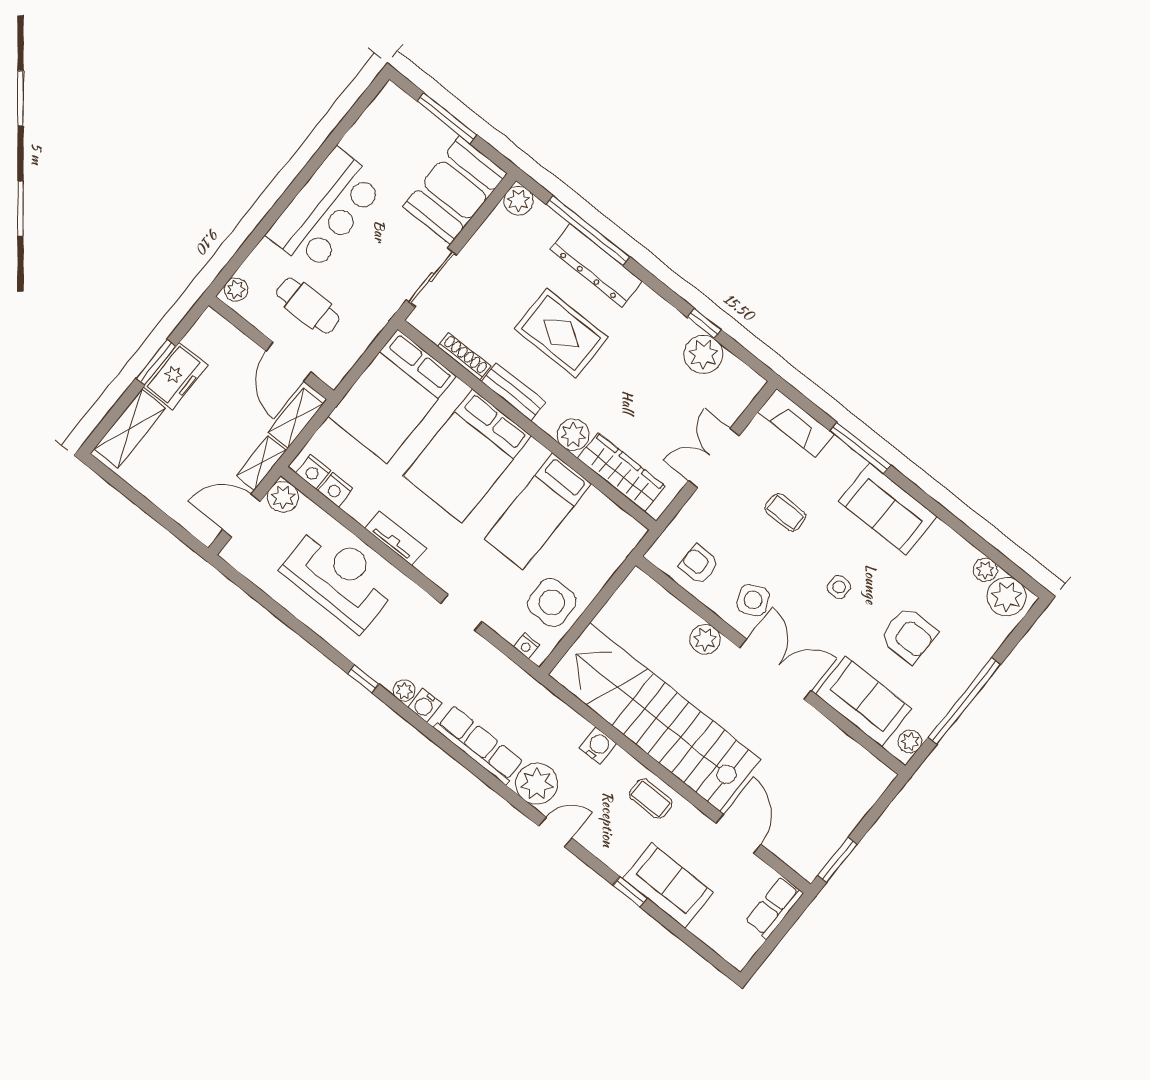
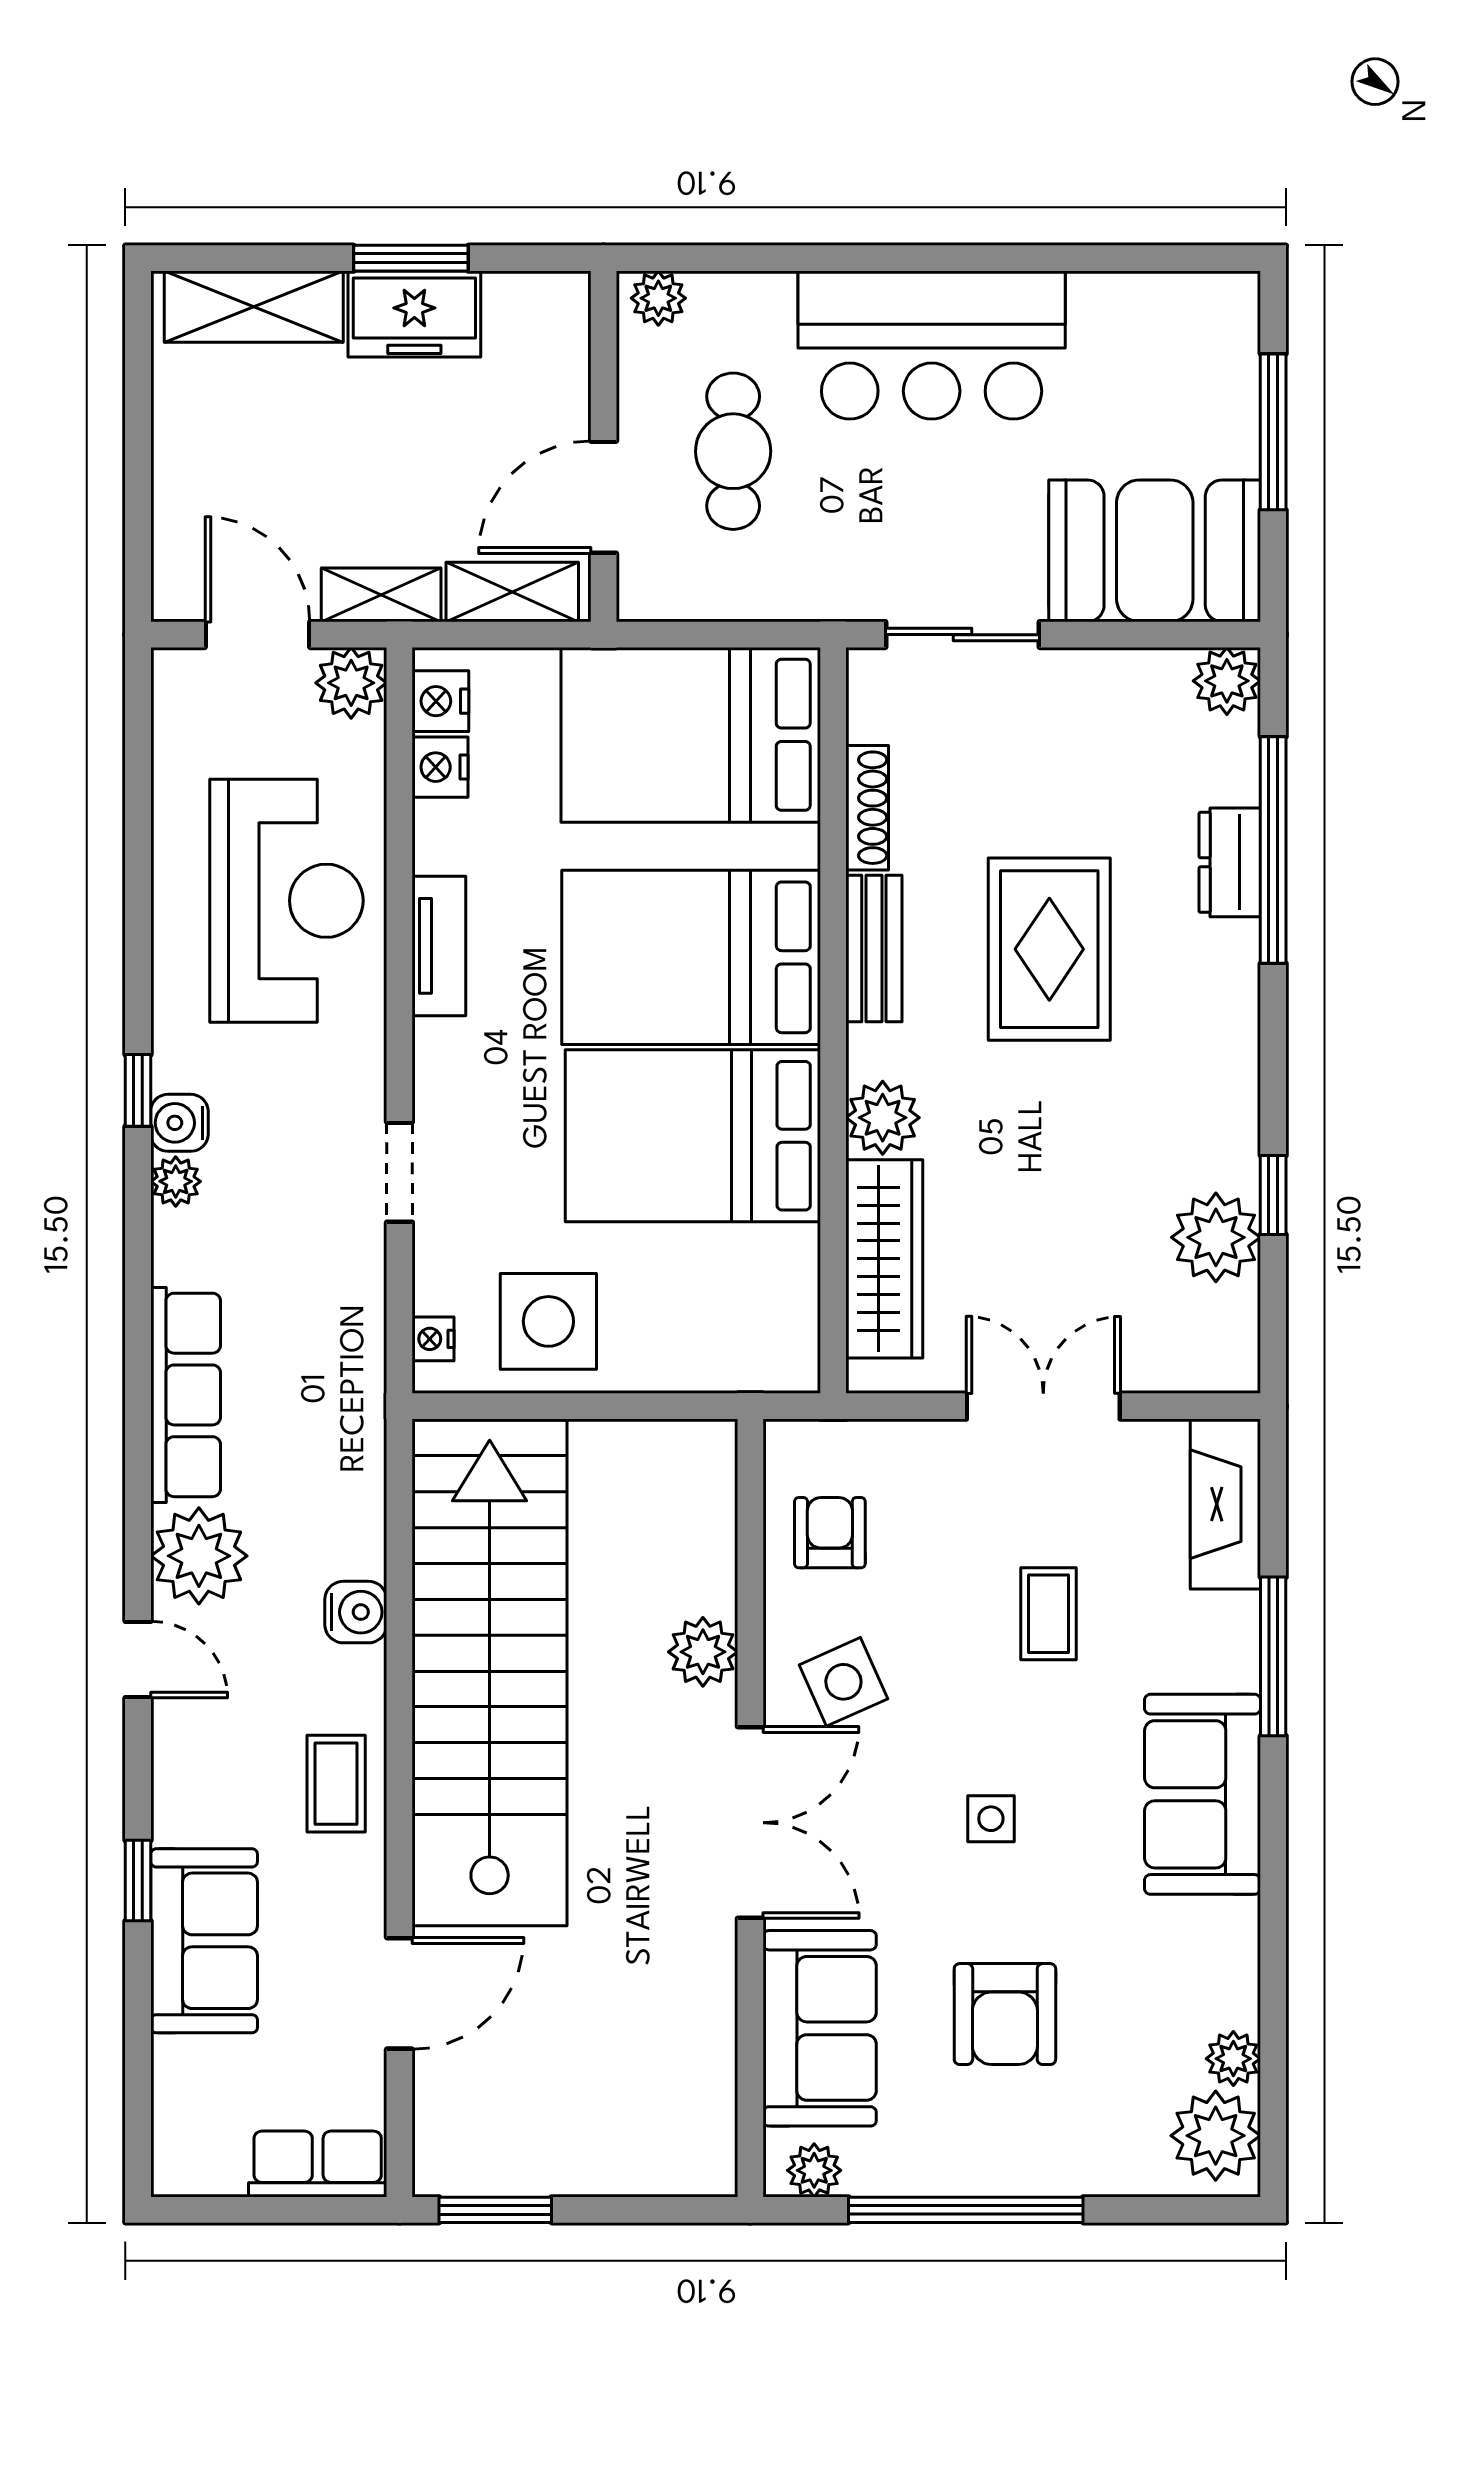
dresser: (596, 265) -> (1230, 862), width x0.51, depth x0.80
bed: (538, 511) -> (693, 1136), width x1.50
water cooler: (425, 705) -> (179, 1123), moved

